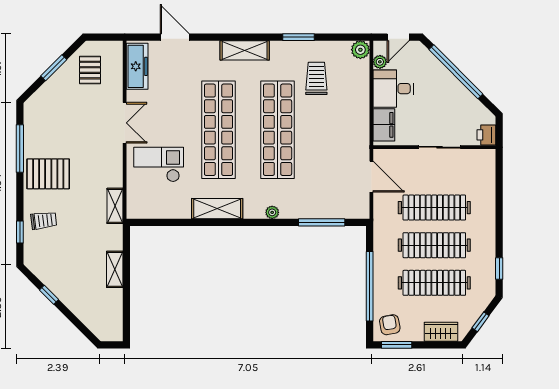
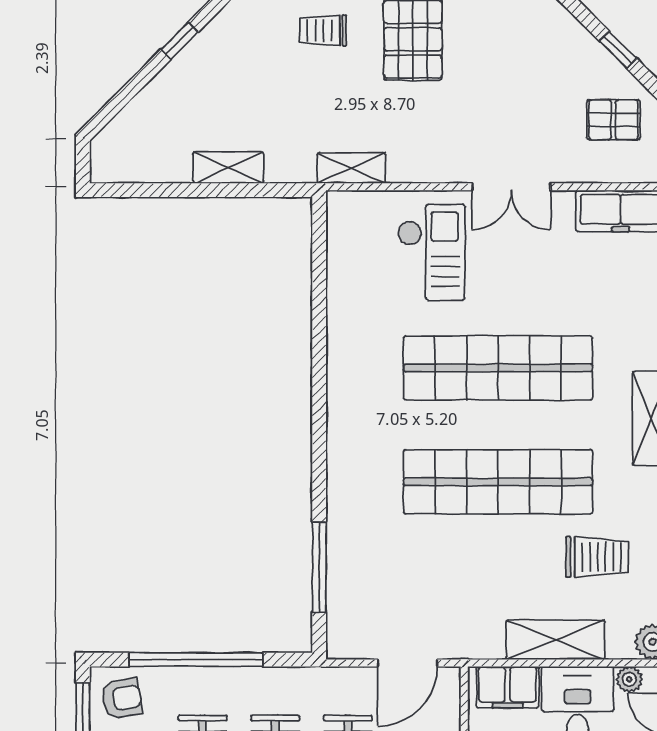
window: (54, 68) -> (618, 50), width x0.67
shelving: (217, 209) -> (555, 640), moved, turned 90
plant: (272, 212) -> (339, 471), removed
trolley: (44, 221) -> (323, 30), turned 97

